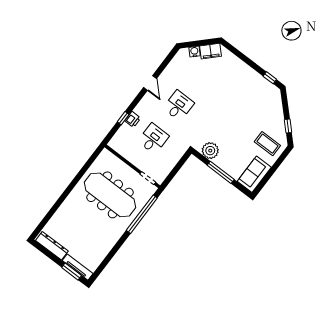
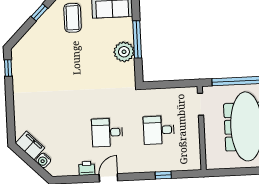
printer: (133, 119) -> (87, 168), moved
plant: (210, 151) -> (124, 52), moved

